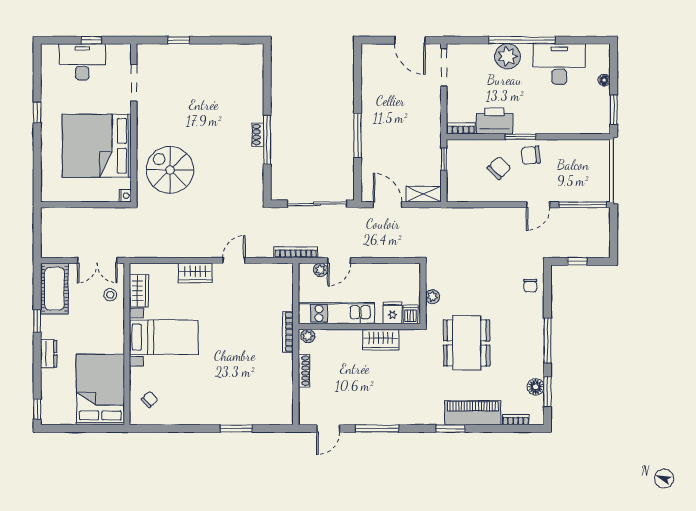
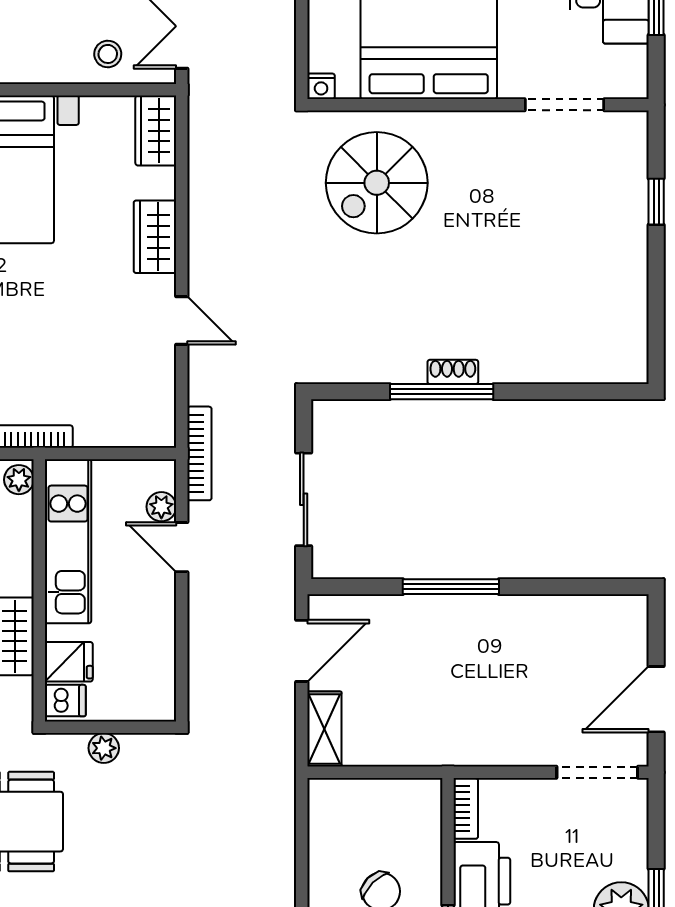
window: (444, 159) -> (400, 772), removed
spiral stairs: (170, 170) -> (377, 183), turned 180
sliding door: (317, 204) -> (304, 499), width x0.73
wardrobe: (139, 291) -> (156, 131), moved, turned 90

